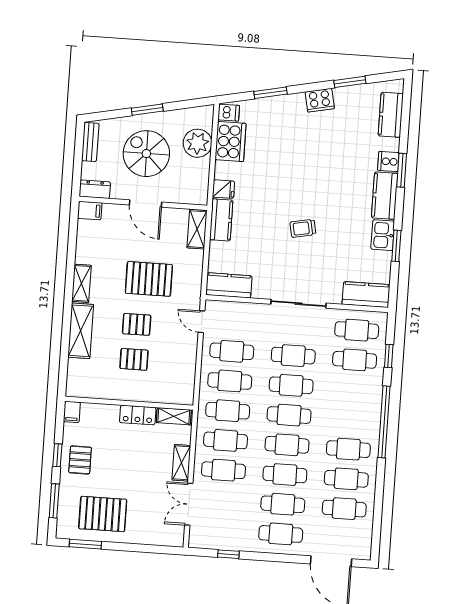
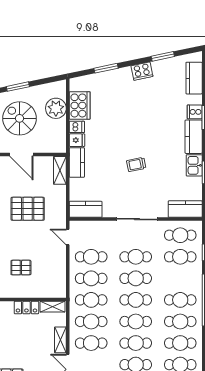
dishwasher: (229, 113) -> (77, 127), moved
pallet: (137, 324) -> (21, 242), removed
cafe table: (350, 419) -> (180, 300), added

